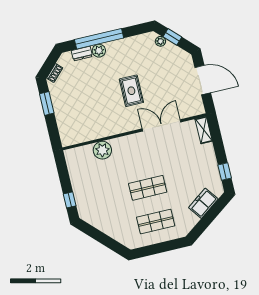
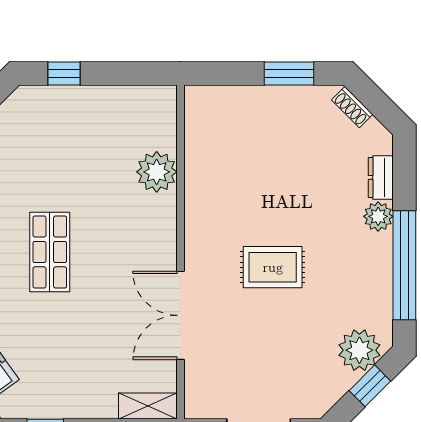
window: (99, 39) -> (404, 265), moved
plant: (160, 41) -> (359, 350), width x1.88, depth x1.88
double door: (161, 125) -> (180, 315), swing flipped

